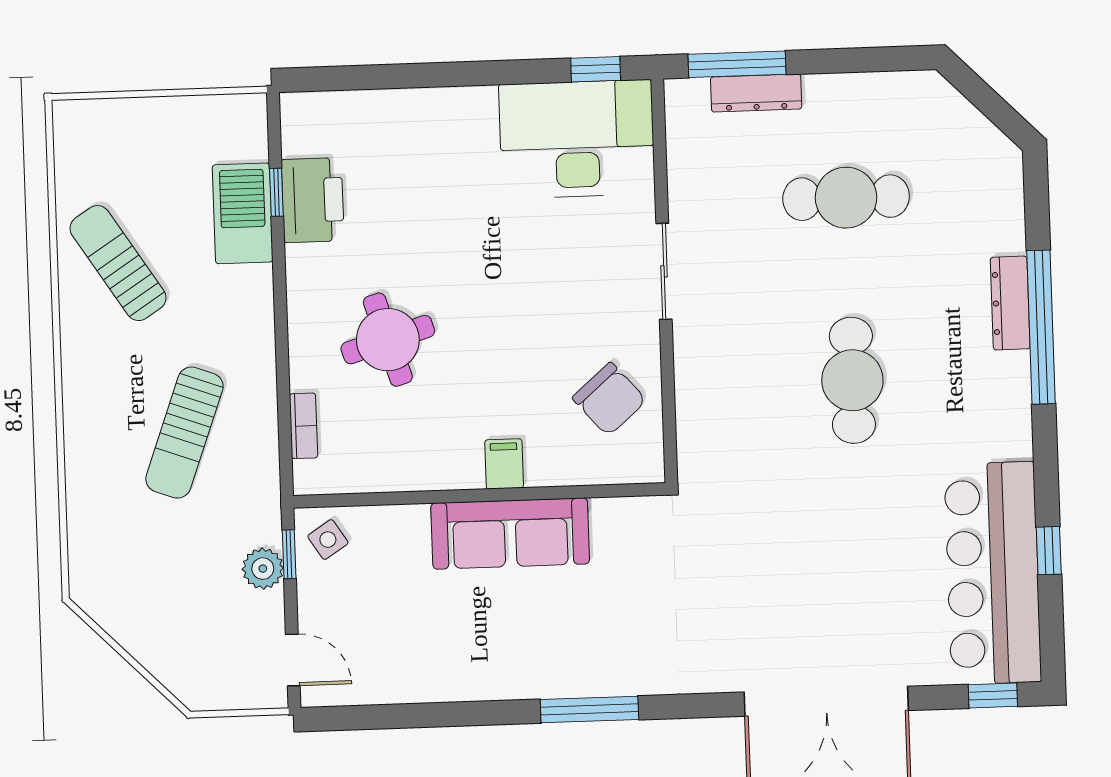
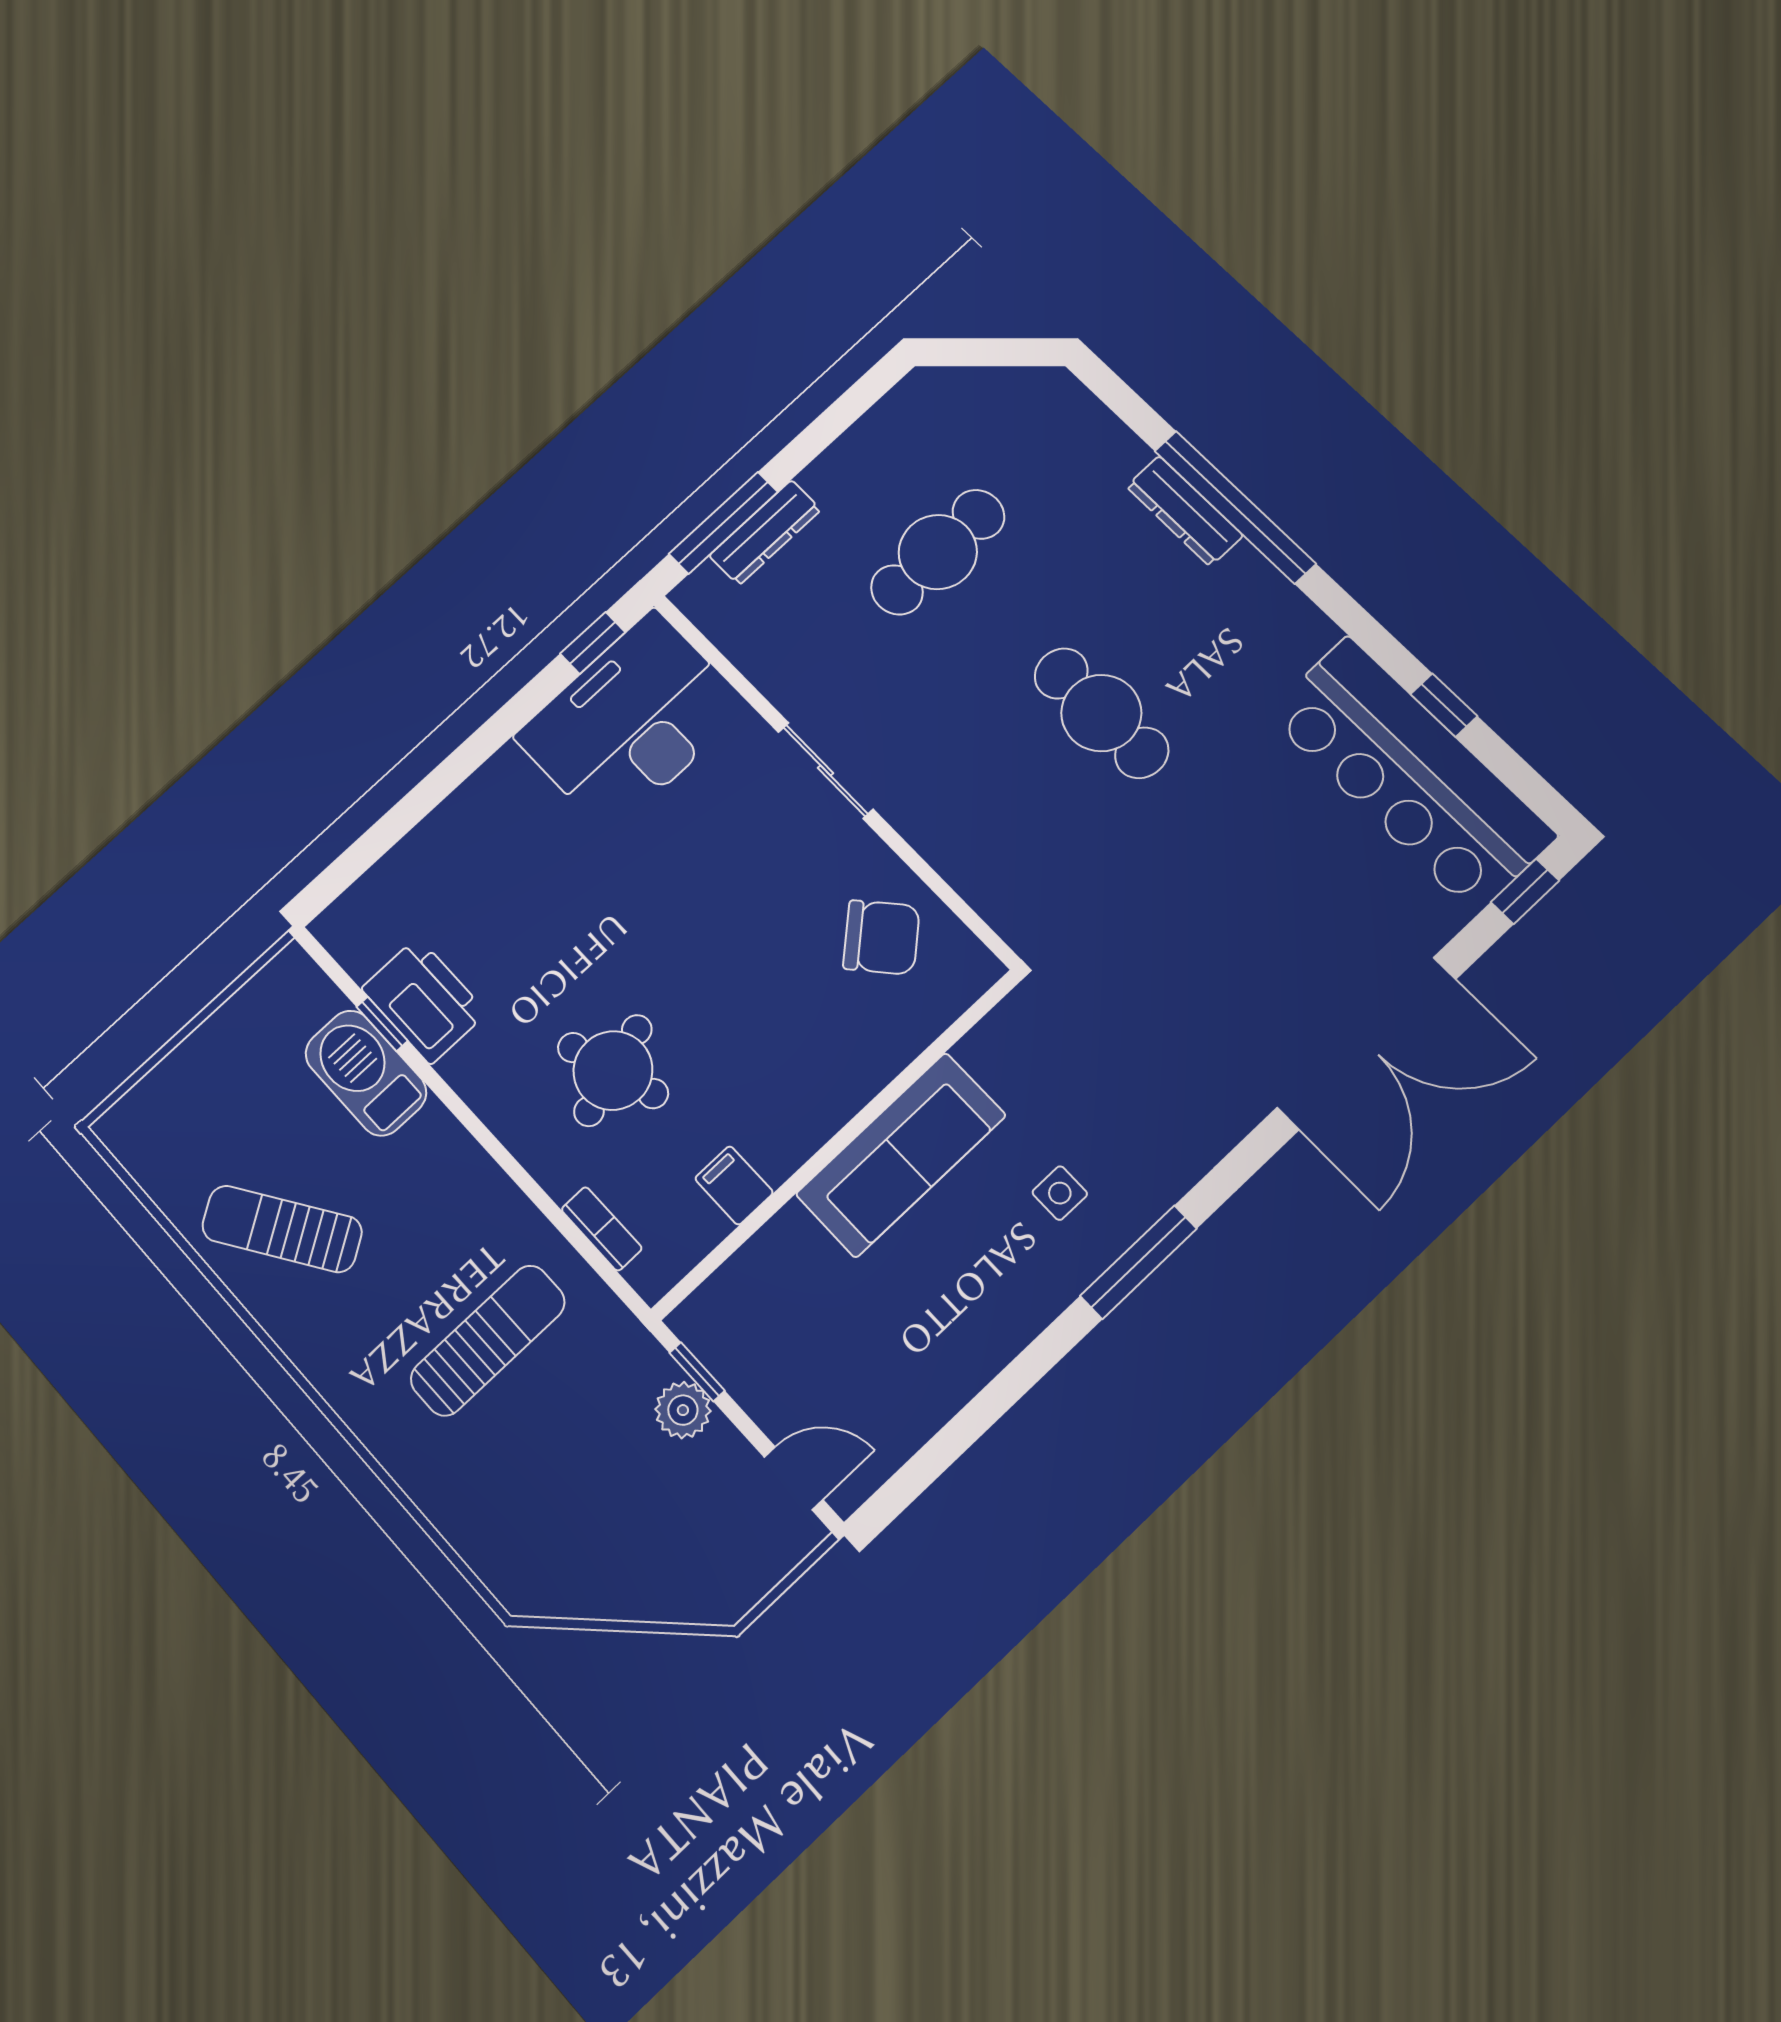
sun lounger: (184, 433) -> (488, 1340), turned -110
filing cabinet: (504, 464) -> (734, 1185), moved
side table: (328, 540) -> (1060, 1193), moved, turned 33

